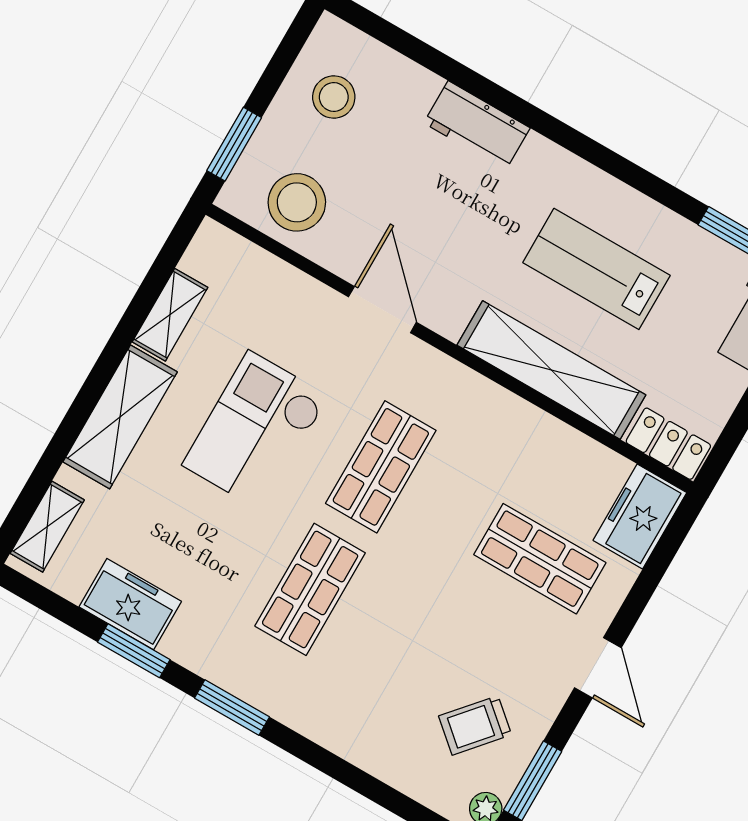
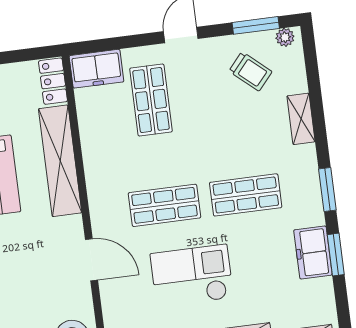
door: (382, 310) -> (91, 260), swing flipped
checkout: (255, 431) -> (192, 276), turned 180
freezer: (130, 604) -> (313, 252), moved
shelving: (357, 745) -> (301, 119), added

